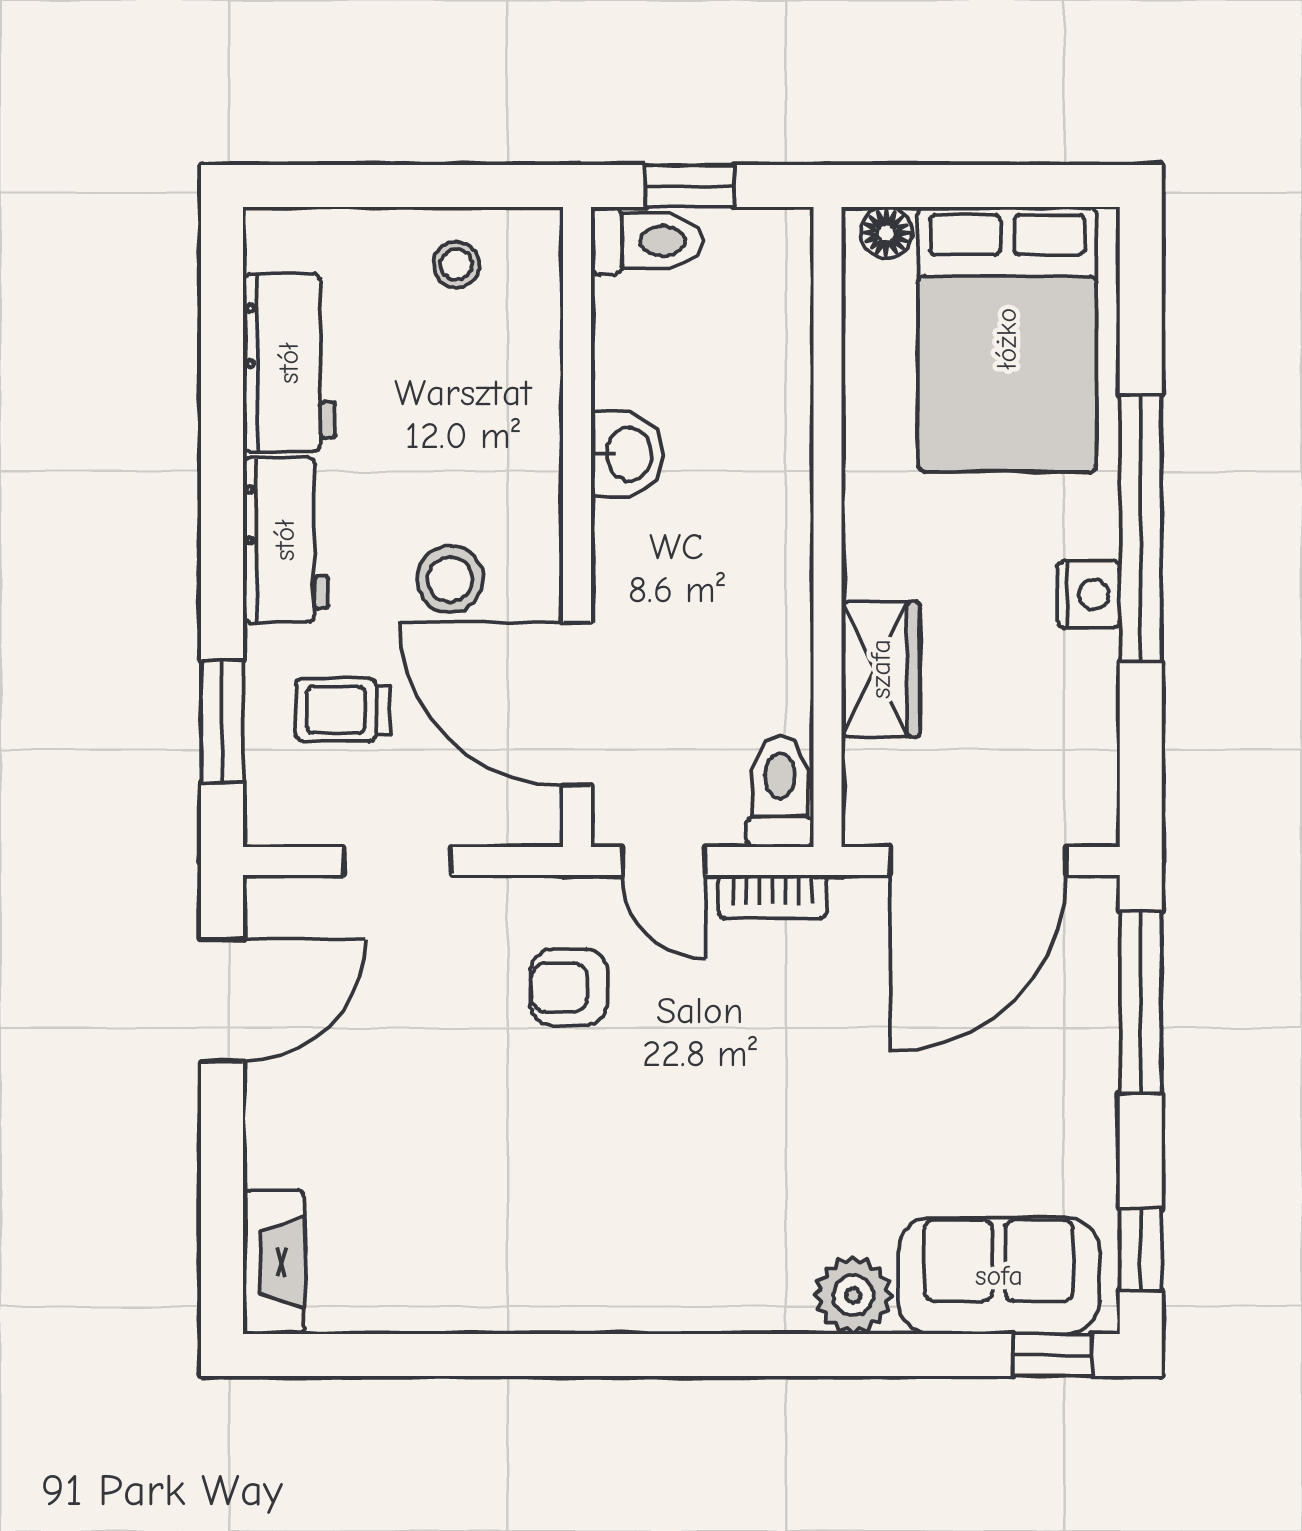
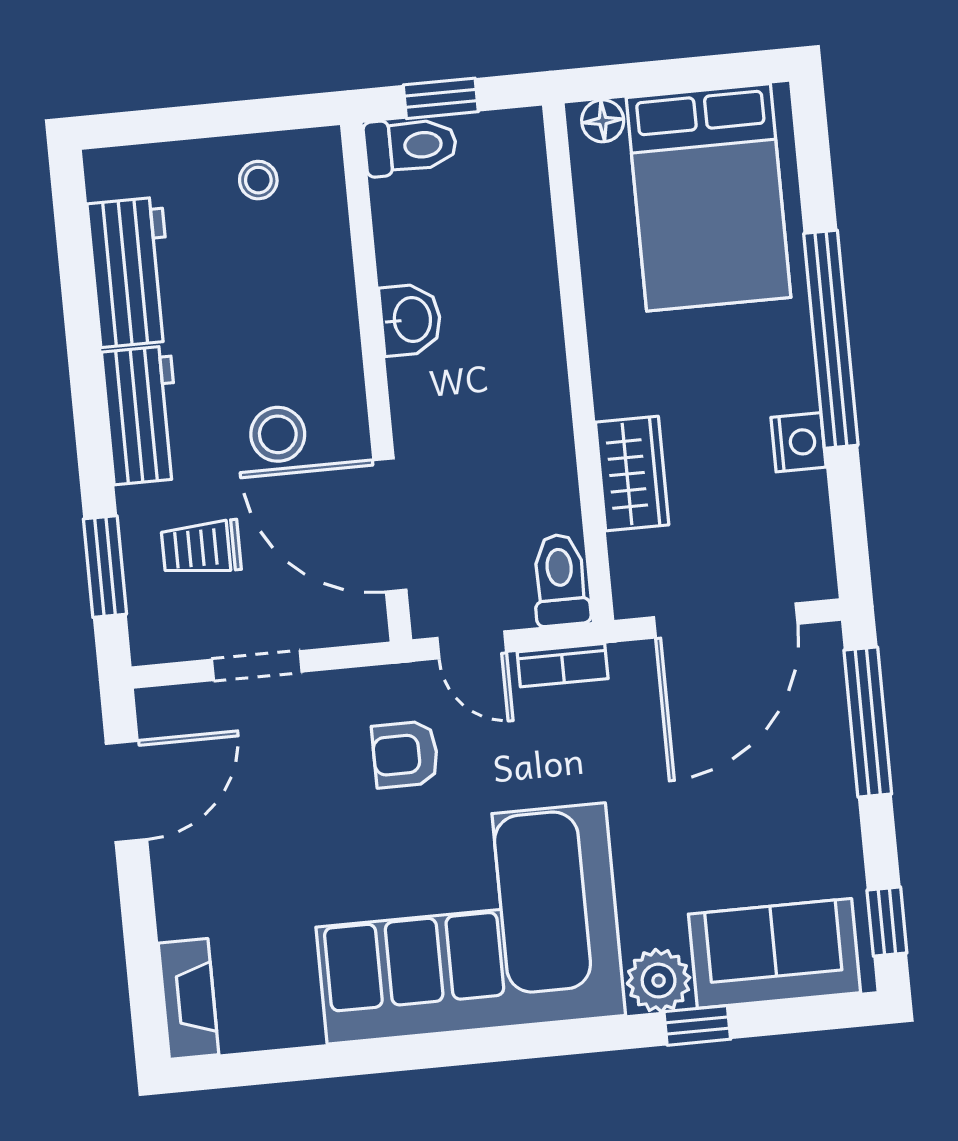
nightstand: (1089, 594) -> (798, 442), moved
corner sofa: (624, 1202) -> (466, 923), added
window: (1052, 1355) -> (697, 1025), moved

